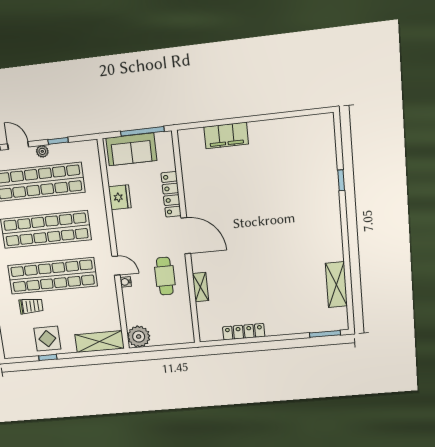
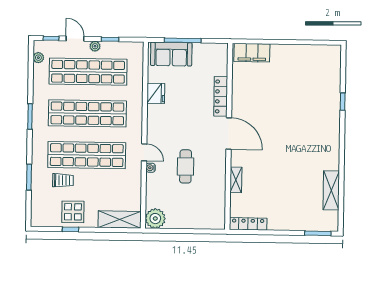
locker: (171, 194) -> (221, 96), moved
door: (186, 236) -> (229, 133), moved
wall: (186, 239) -> (229, 136), moved
shelving: (200, 287) -> (236, 180), moved

